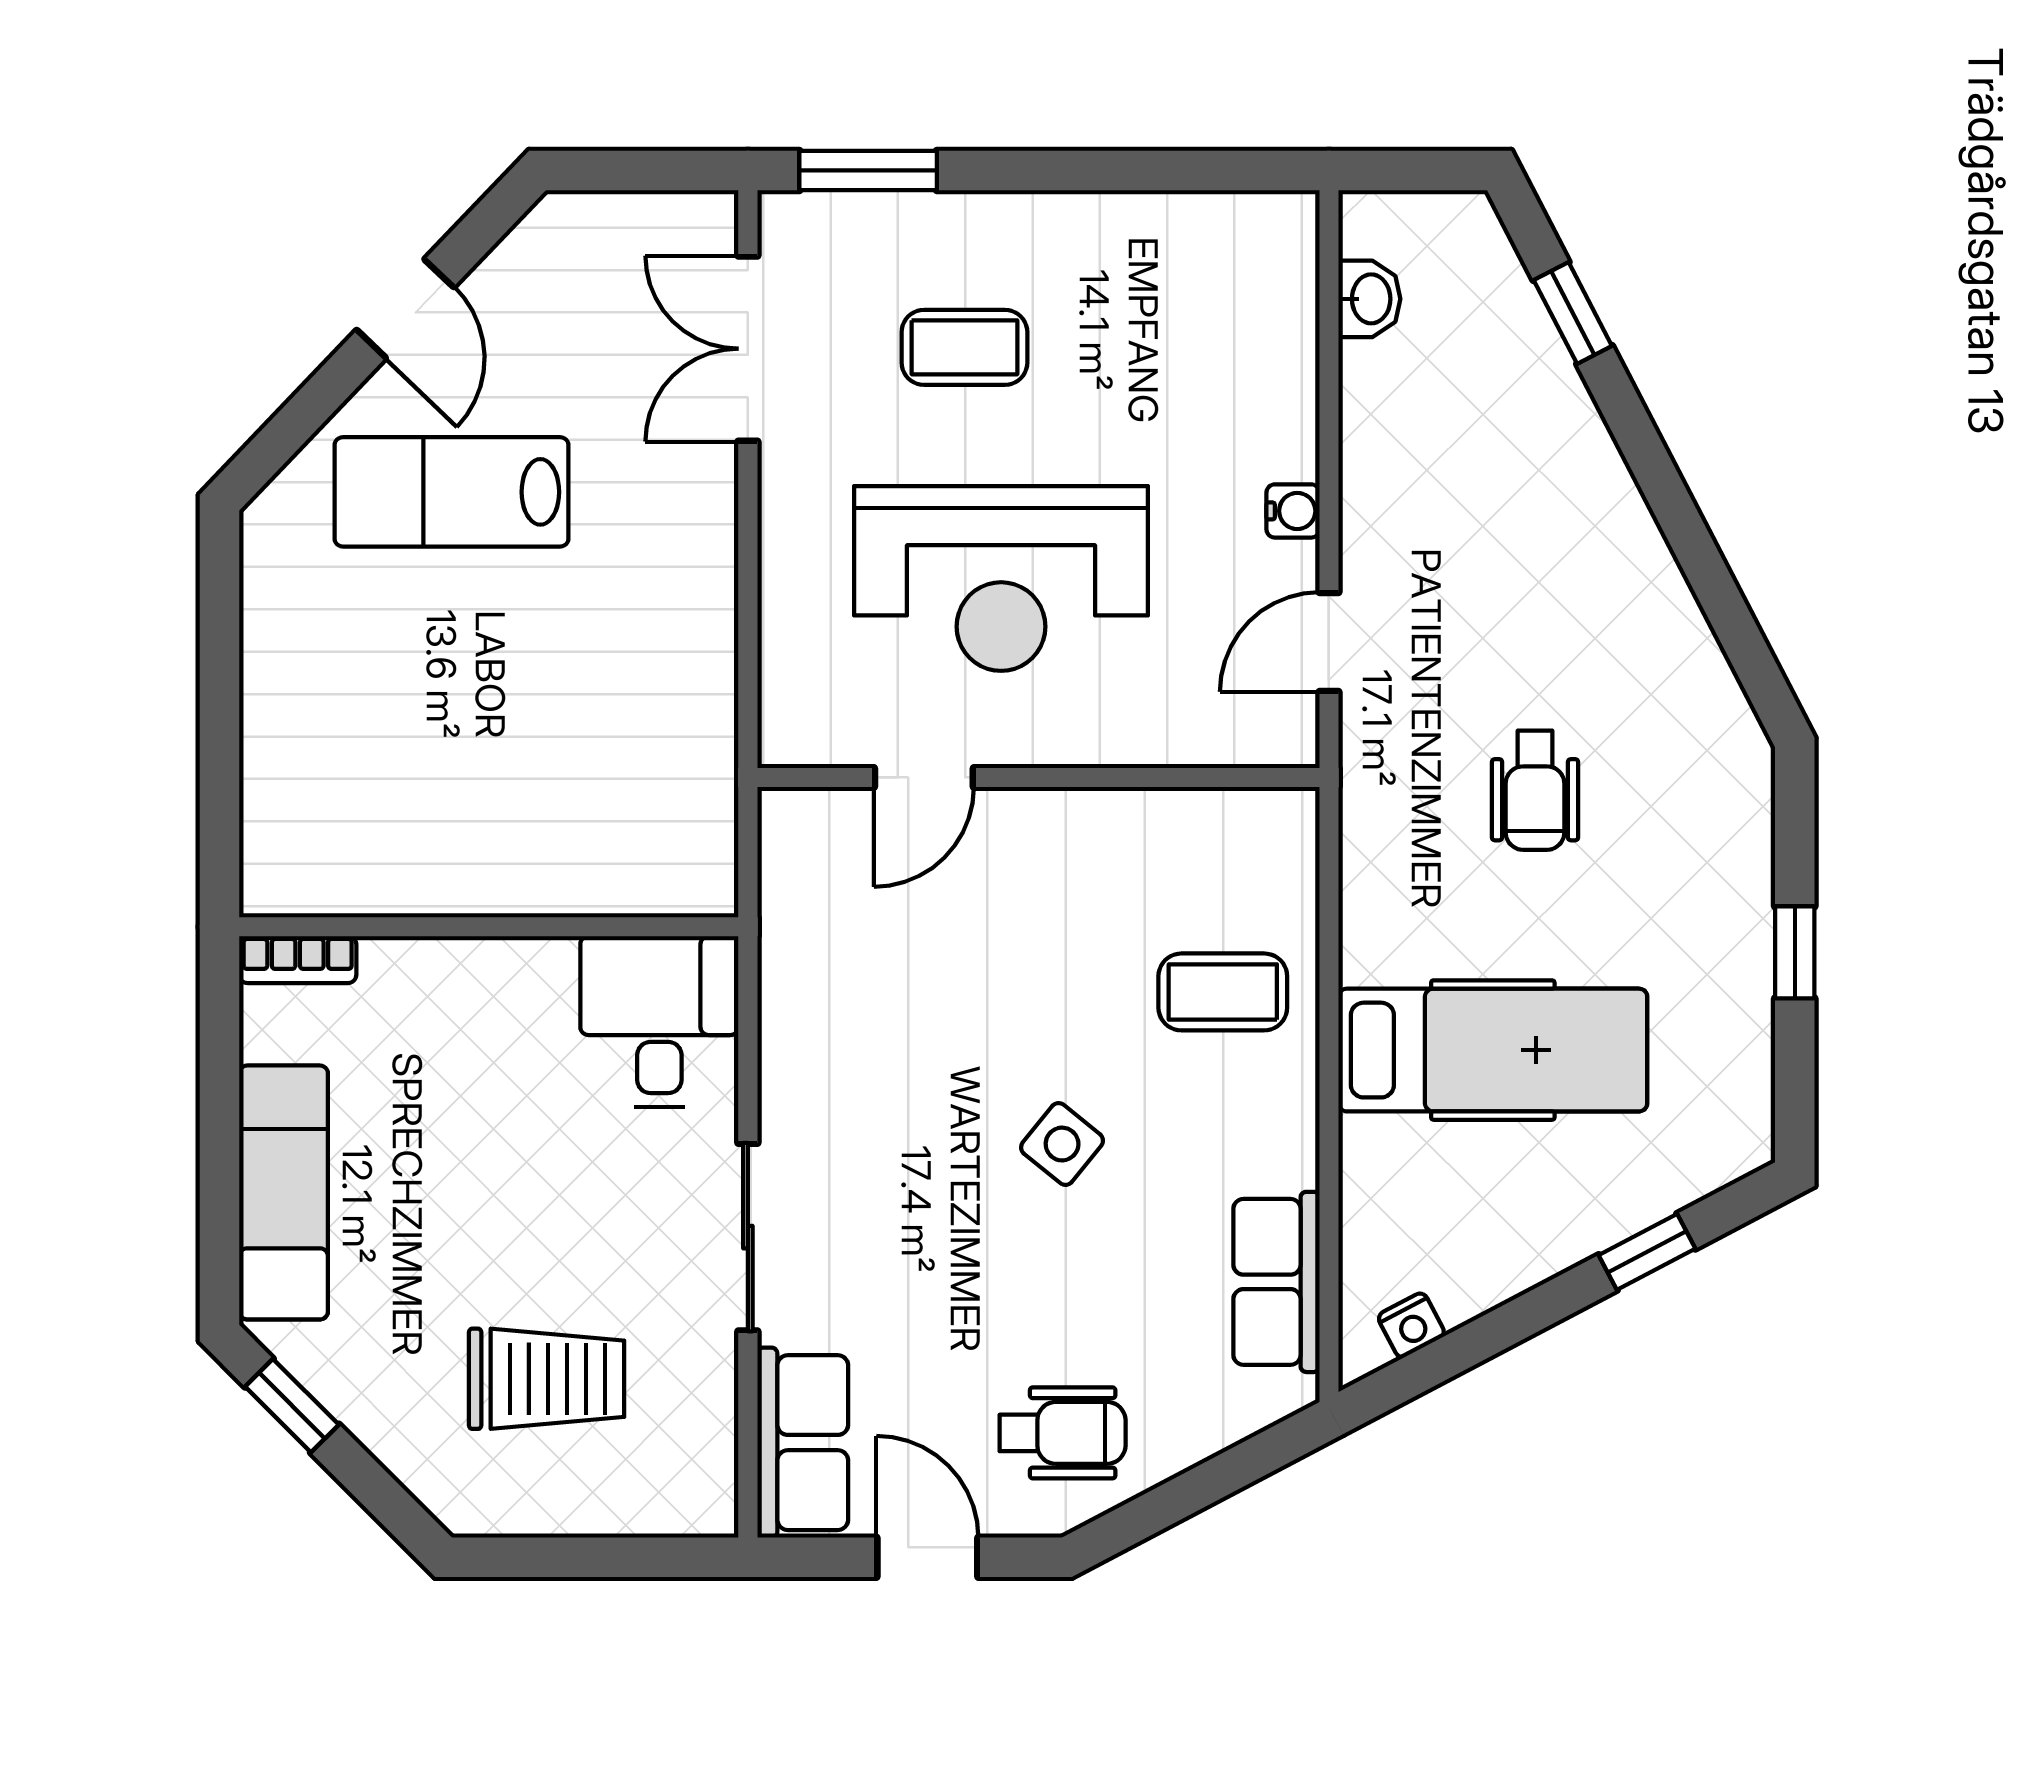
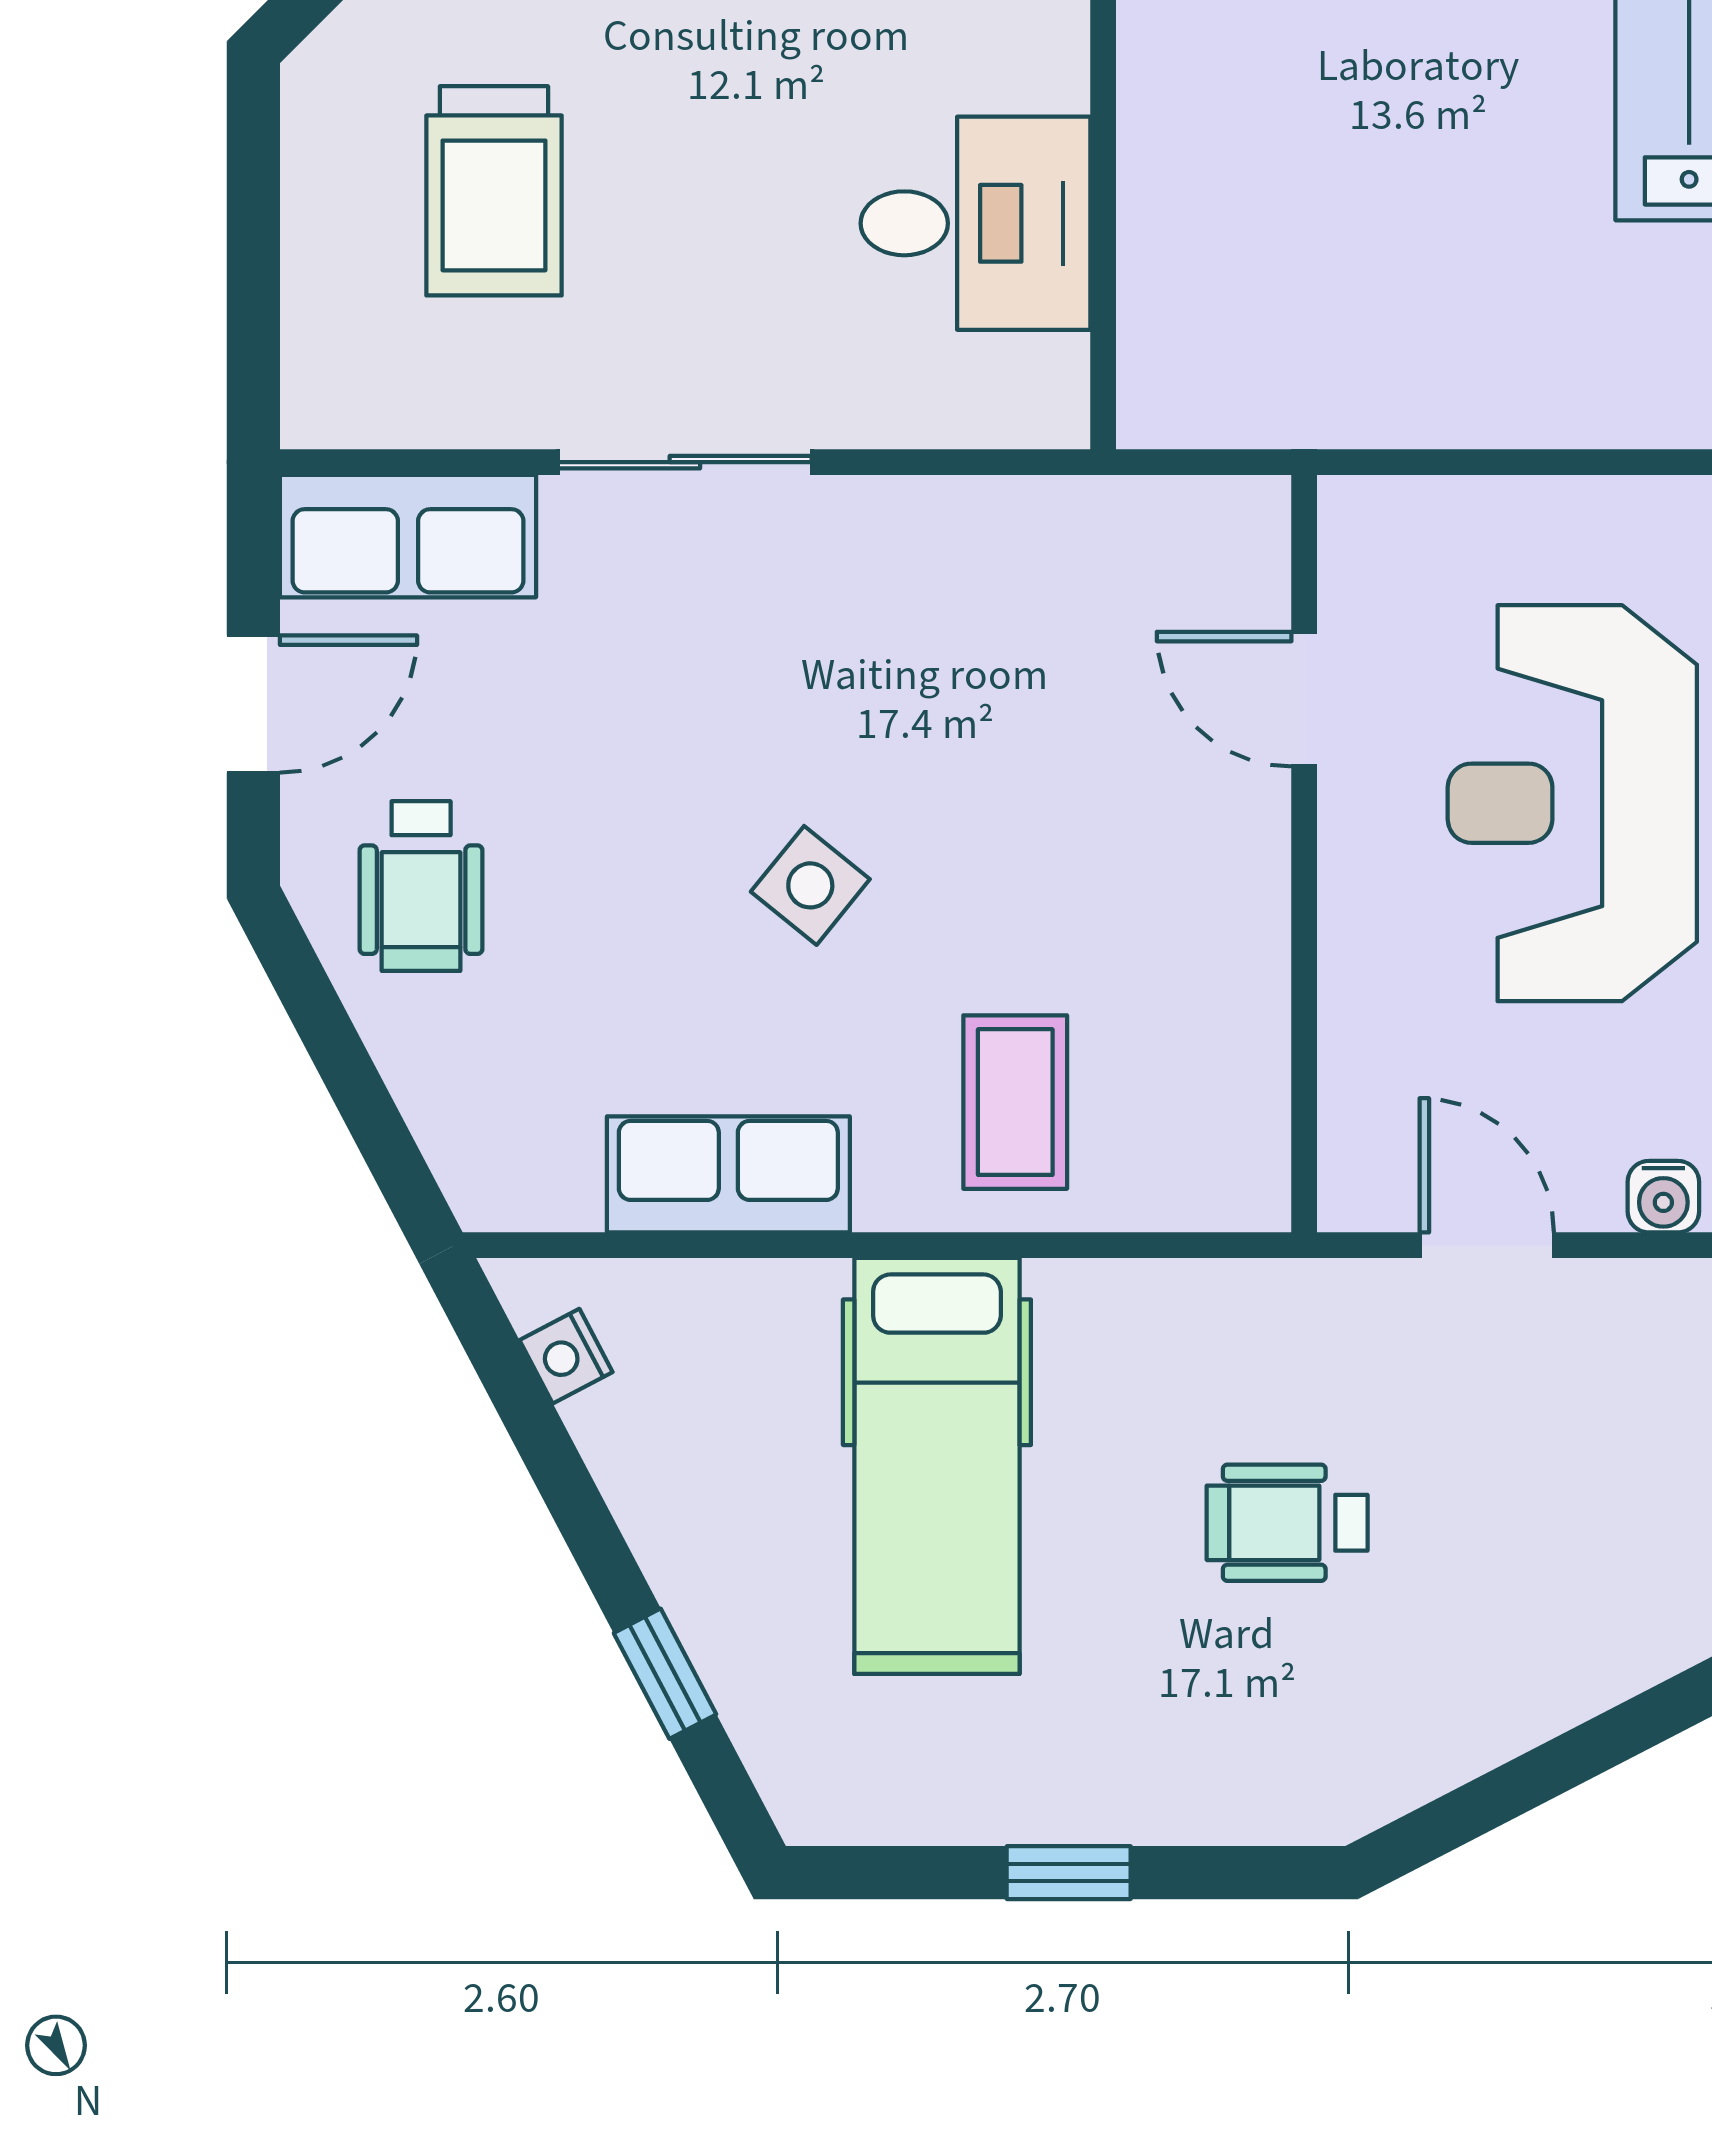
desk: (659, 1021) -> (975, 223), moved
row of seats: (1276, 1282) -> (728, 1174), moved

